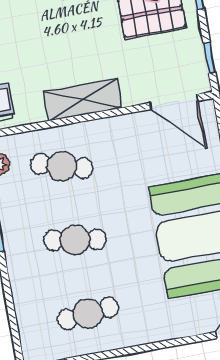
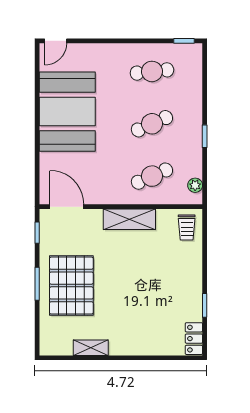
cafe table: (62, 166) -> (152, 176), turned -39
cafe table: (75, 240) -> (152, 124), turned -33

